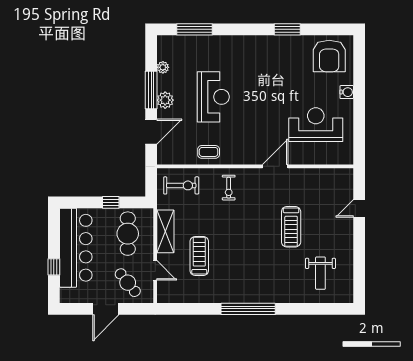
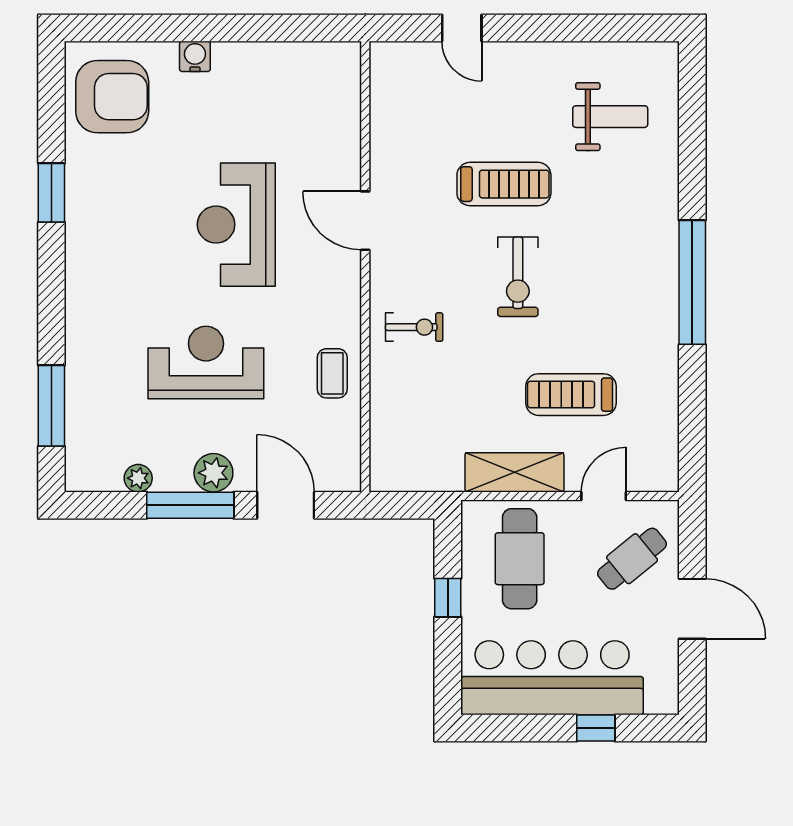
reception desk: (316, 125) -> (236, 225), moved
exercise bike: (181, 185) -> (518, 277), moved, turned 180
cafe table: (128, 234) -> (520, 559), turned 90

